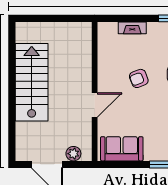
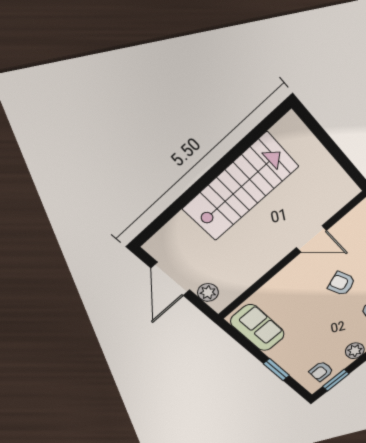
door: (95, 105) -> (311, 239), moved

